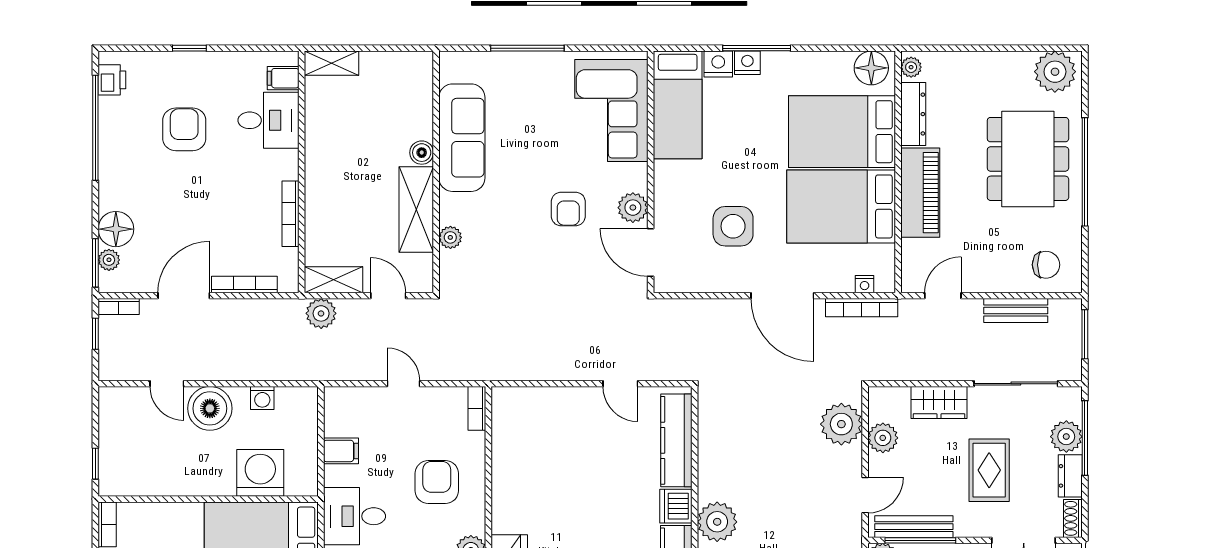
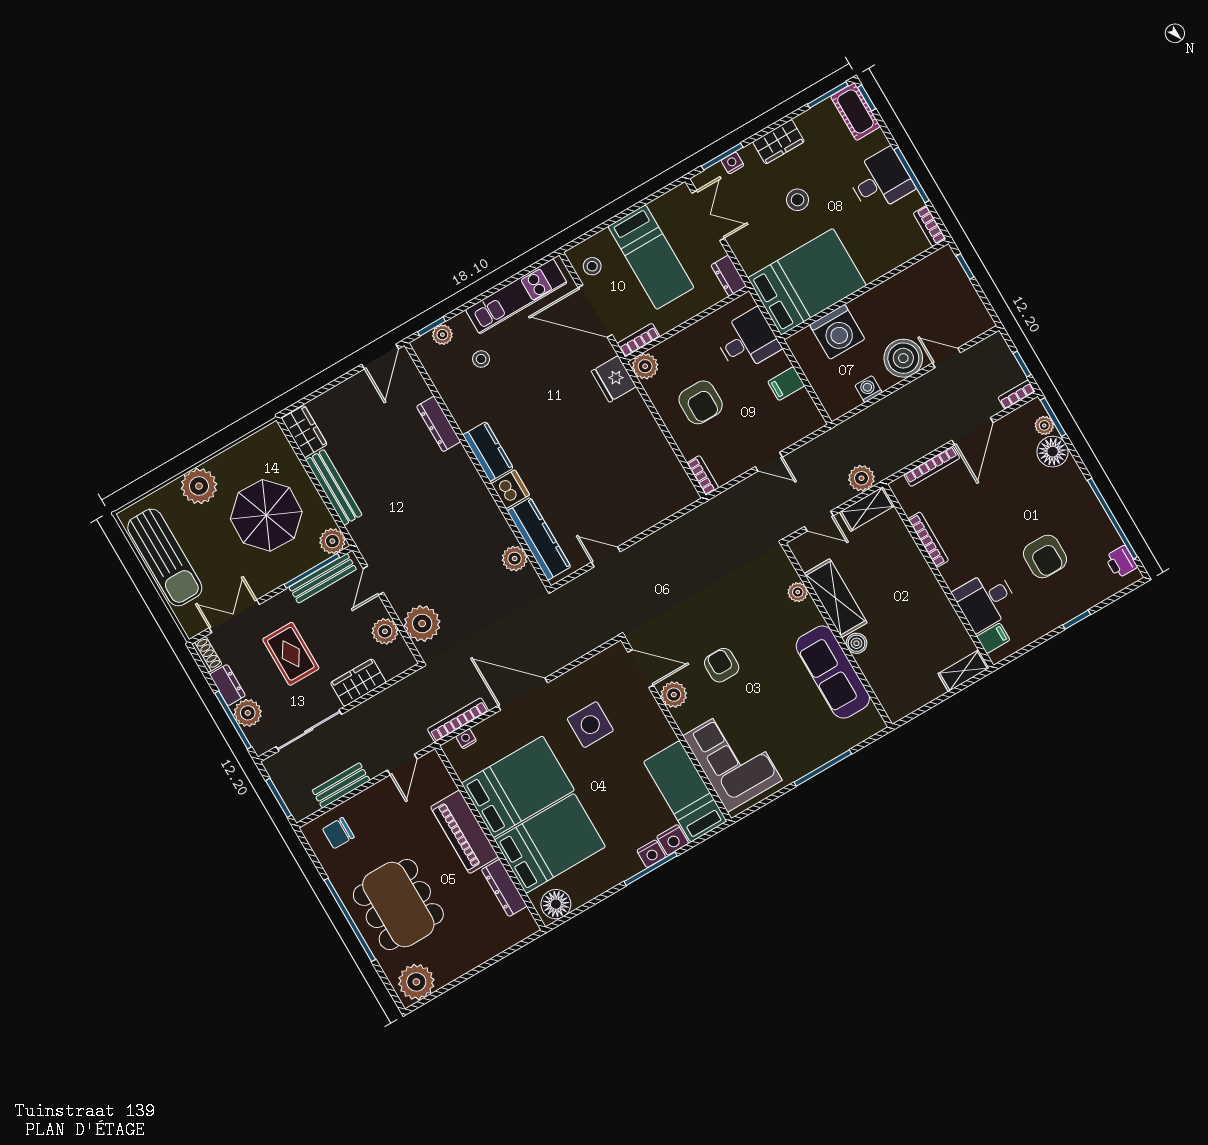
plant: (911, 67) -> (526, 922), removed
plant: (717, 522) -> (515, 559), moved, width x0.73, depth x0.73

